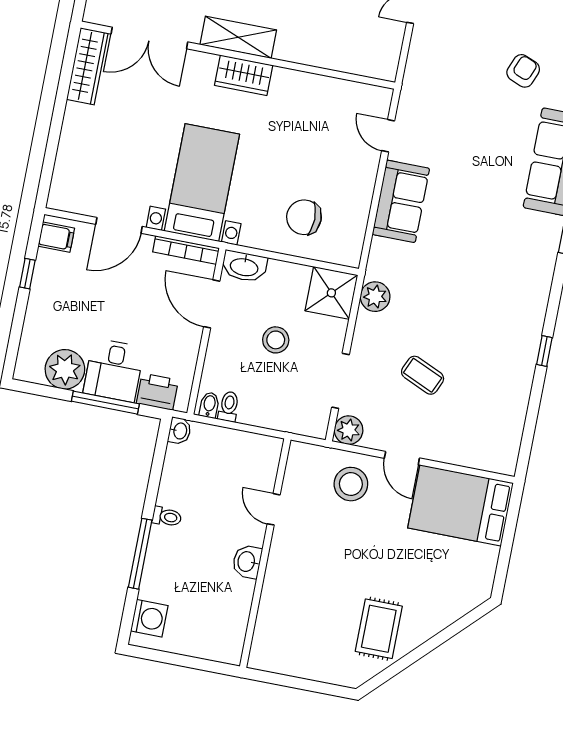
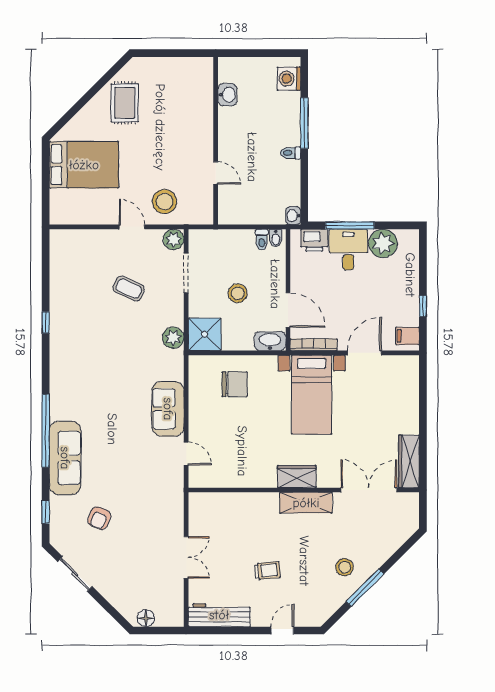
bed: (461, 505) -> (84, 165), moved
washbasin: (247, 562) -> (227, 95), moved

